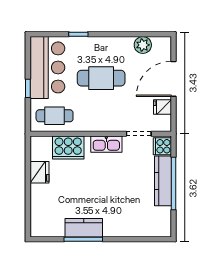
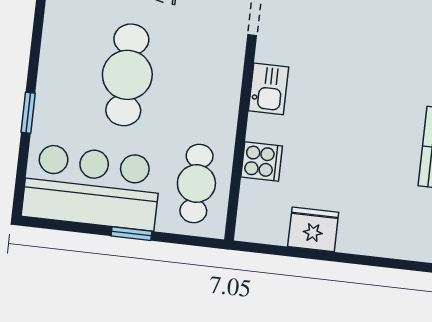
kitchen sink: (106, 144) -> (269, 89), width x0.73
cooker: (68, 148) -> (262, 161), width x0.53, depth x0.76

